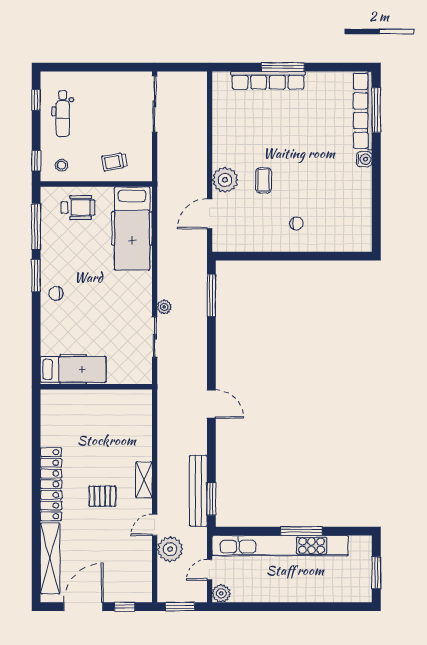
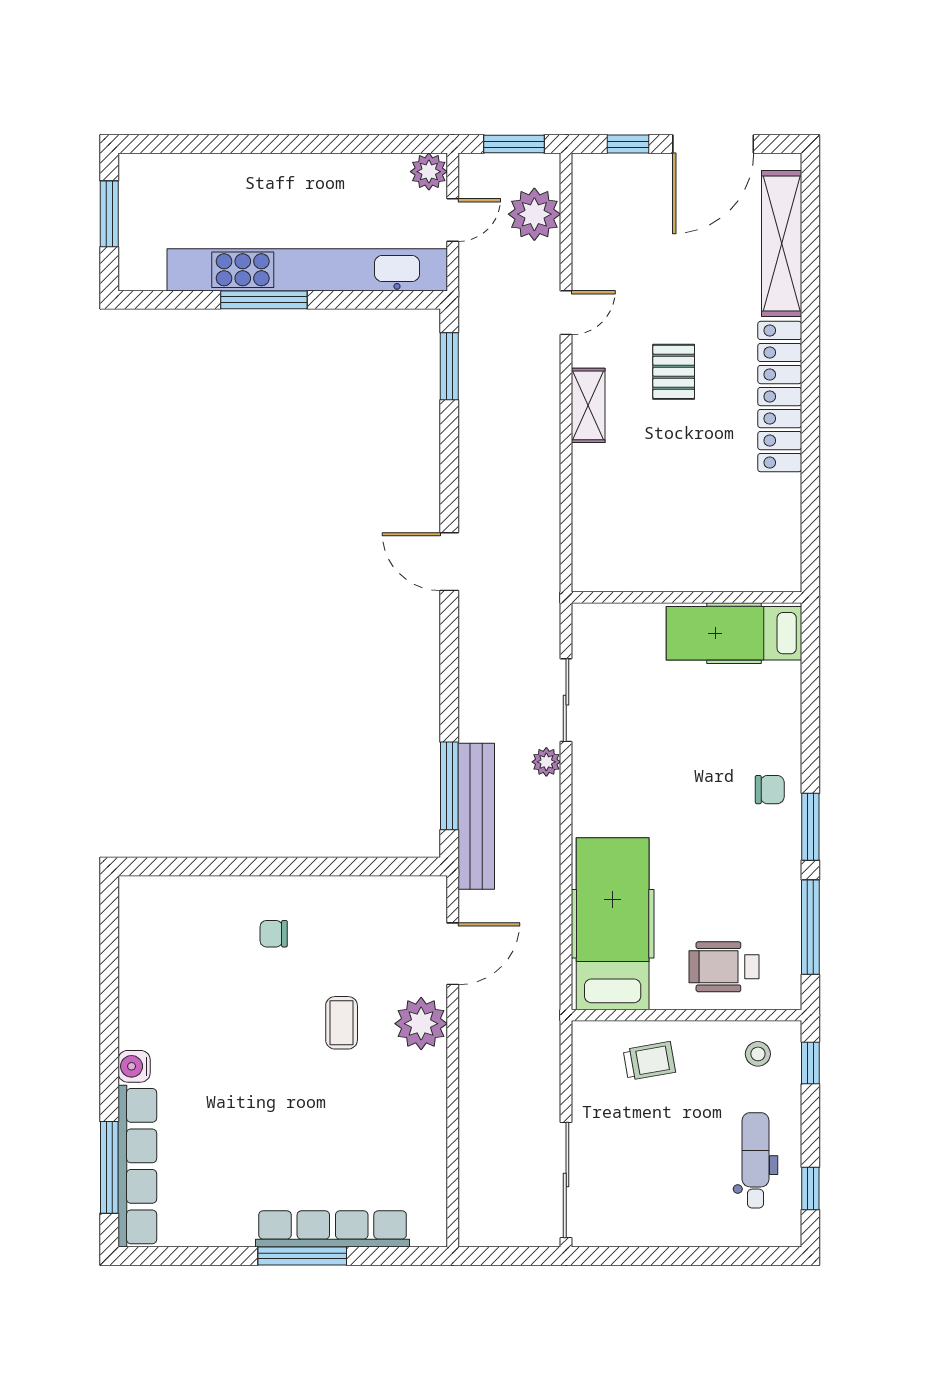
bench: (198, 491) -> (476, 816), moved
pallet: (102, 496) -> (674, 372), turned 90
plant: (170, 549) -> (534, 214), moved

